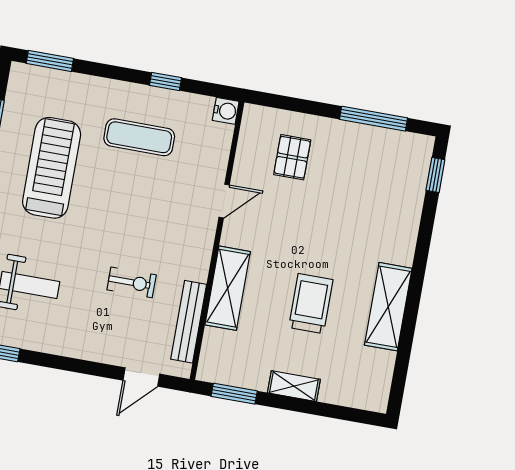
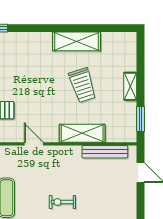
exercise bike: (132, 282) -> (62, 202), moved, turned -90
trolley: (311, 304) -> (82, 85), turned -108

